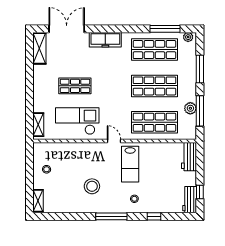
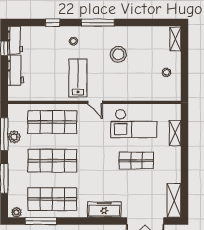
shelving: (38, 125) -> (175, 133), moved
workbench: (189, 157) -> (16, 70), moved

